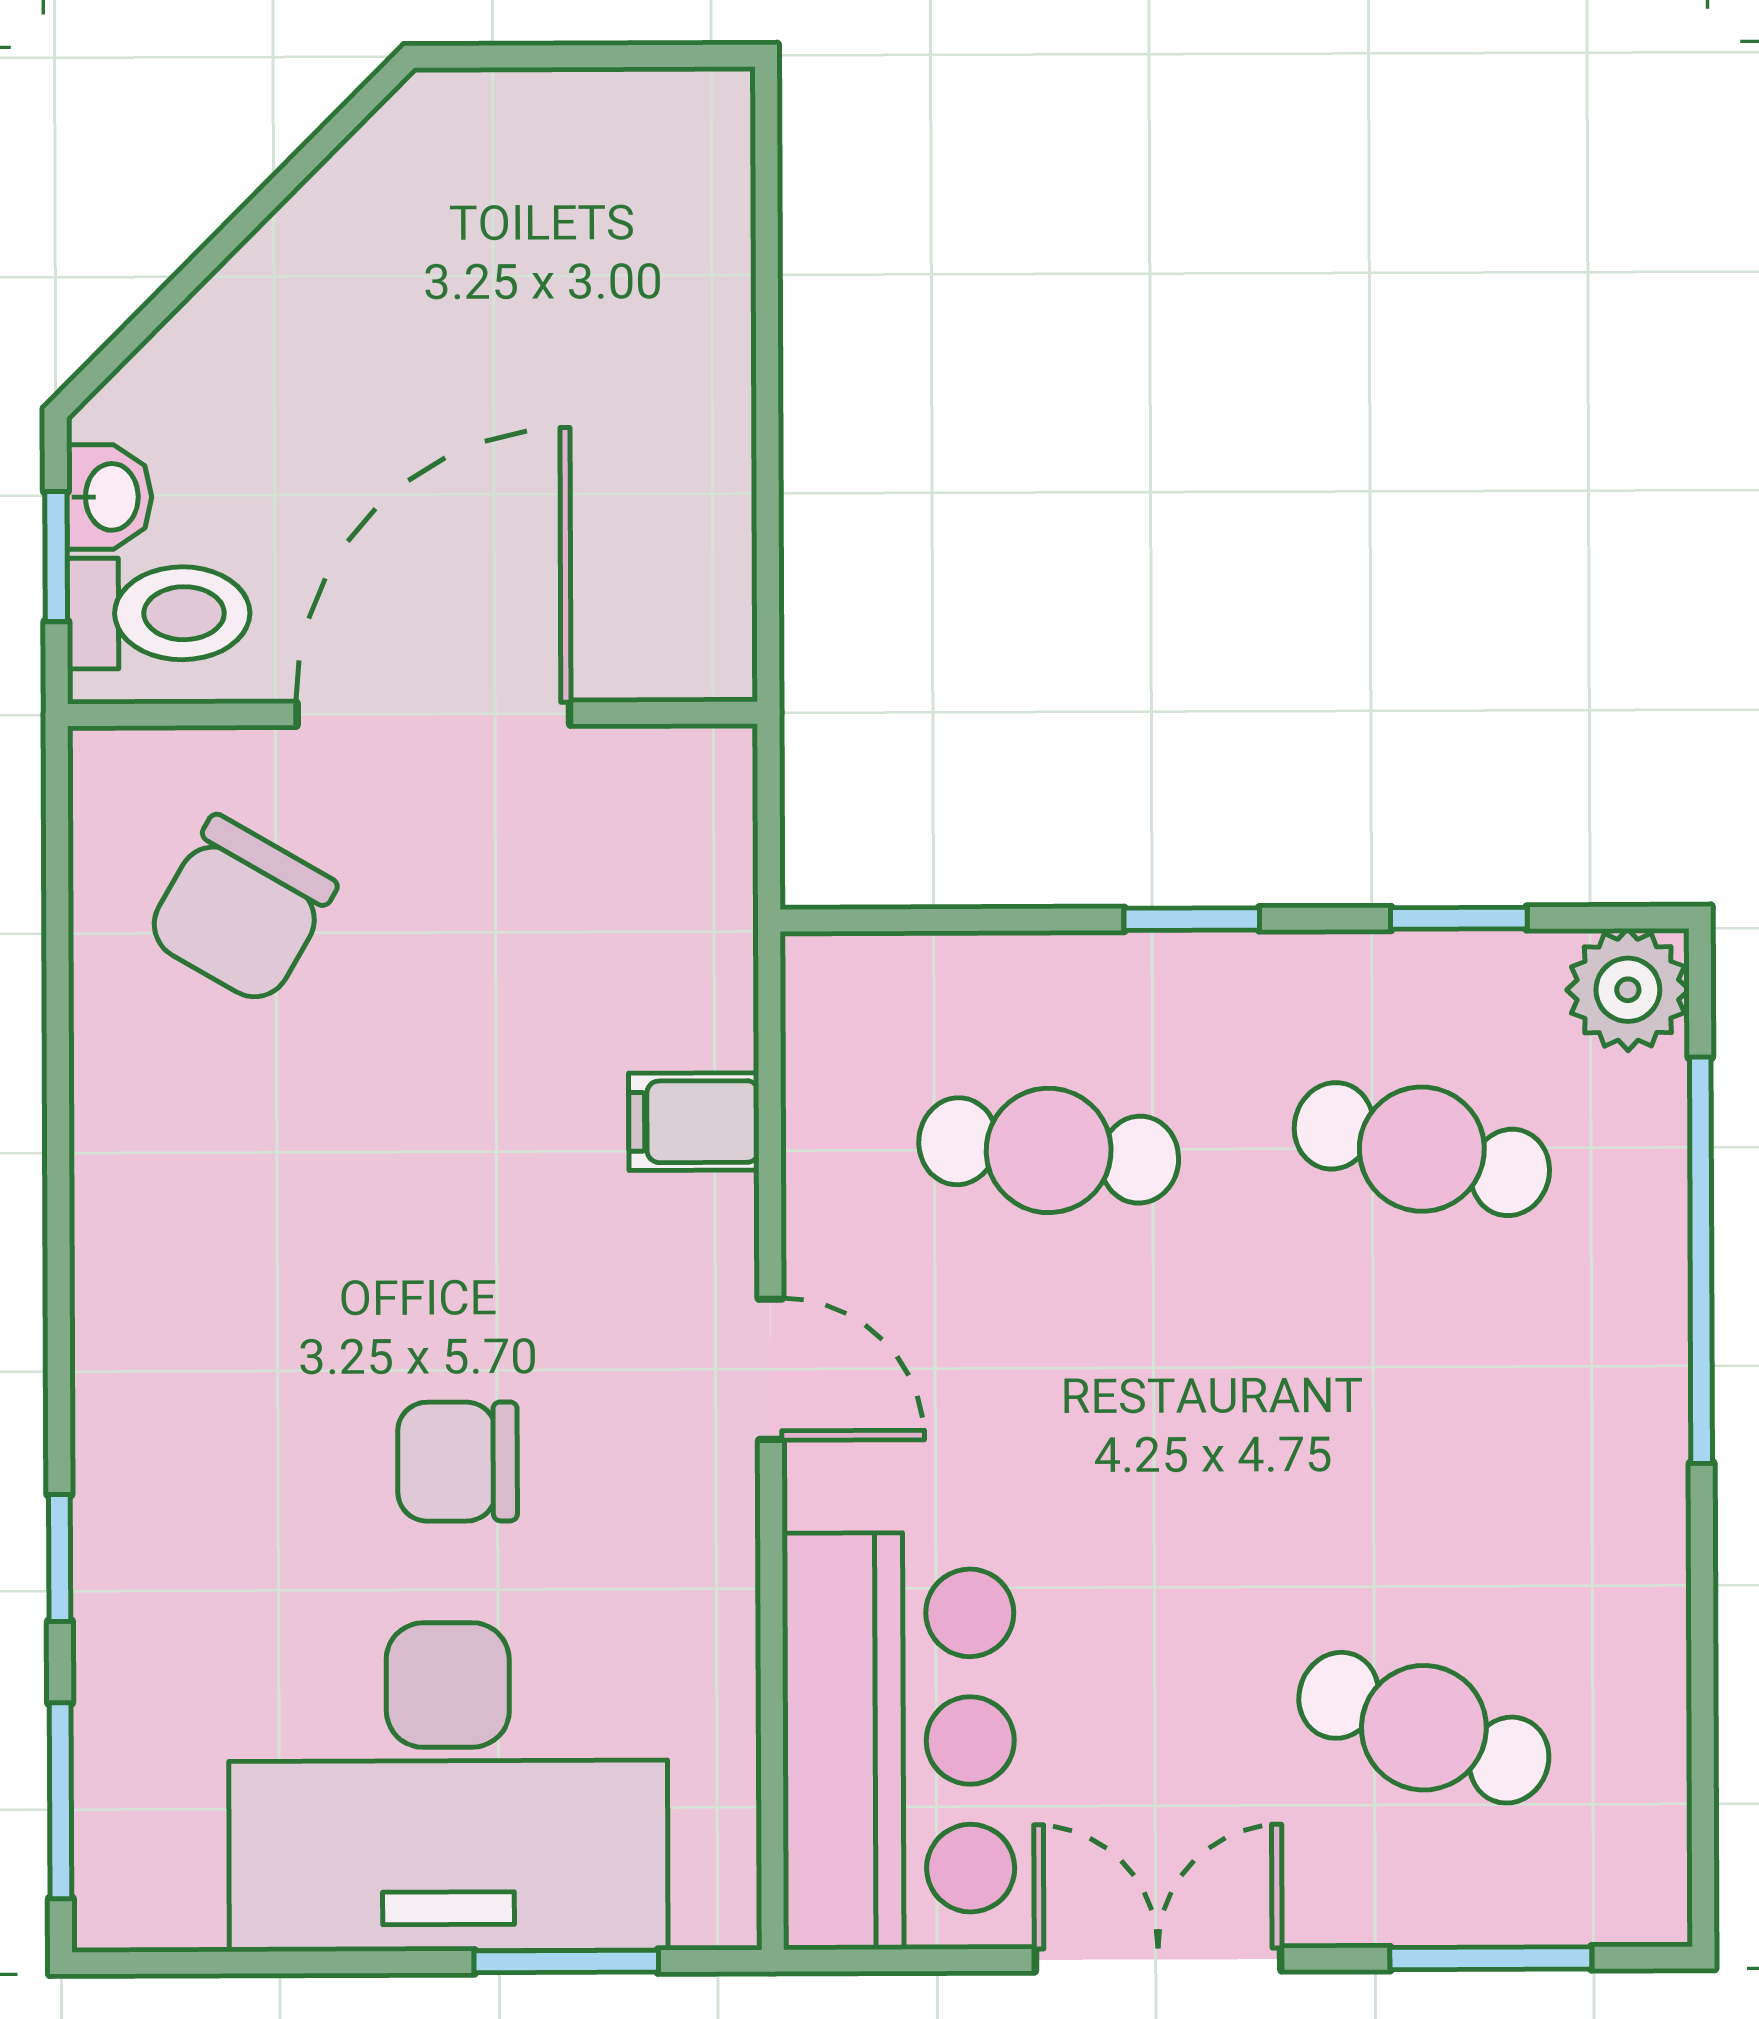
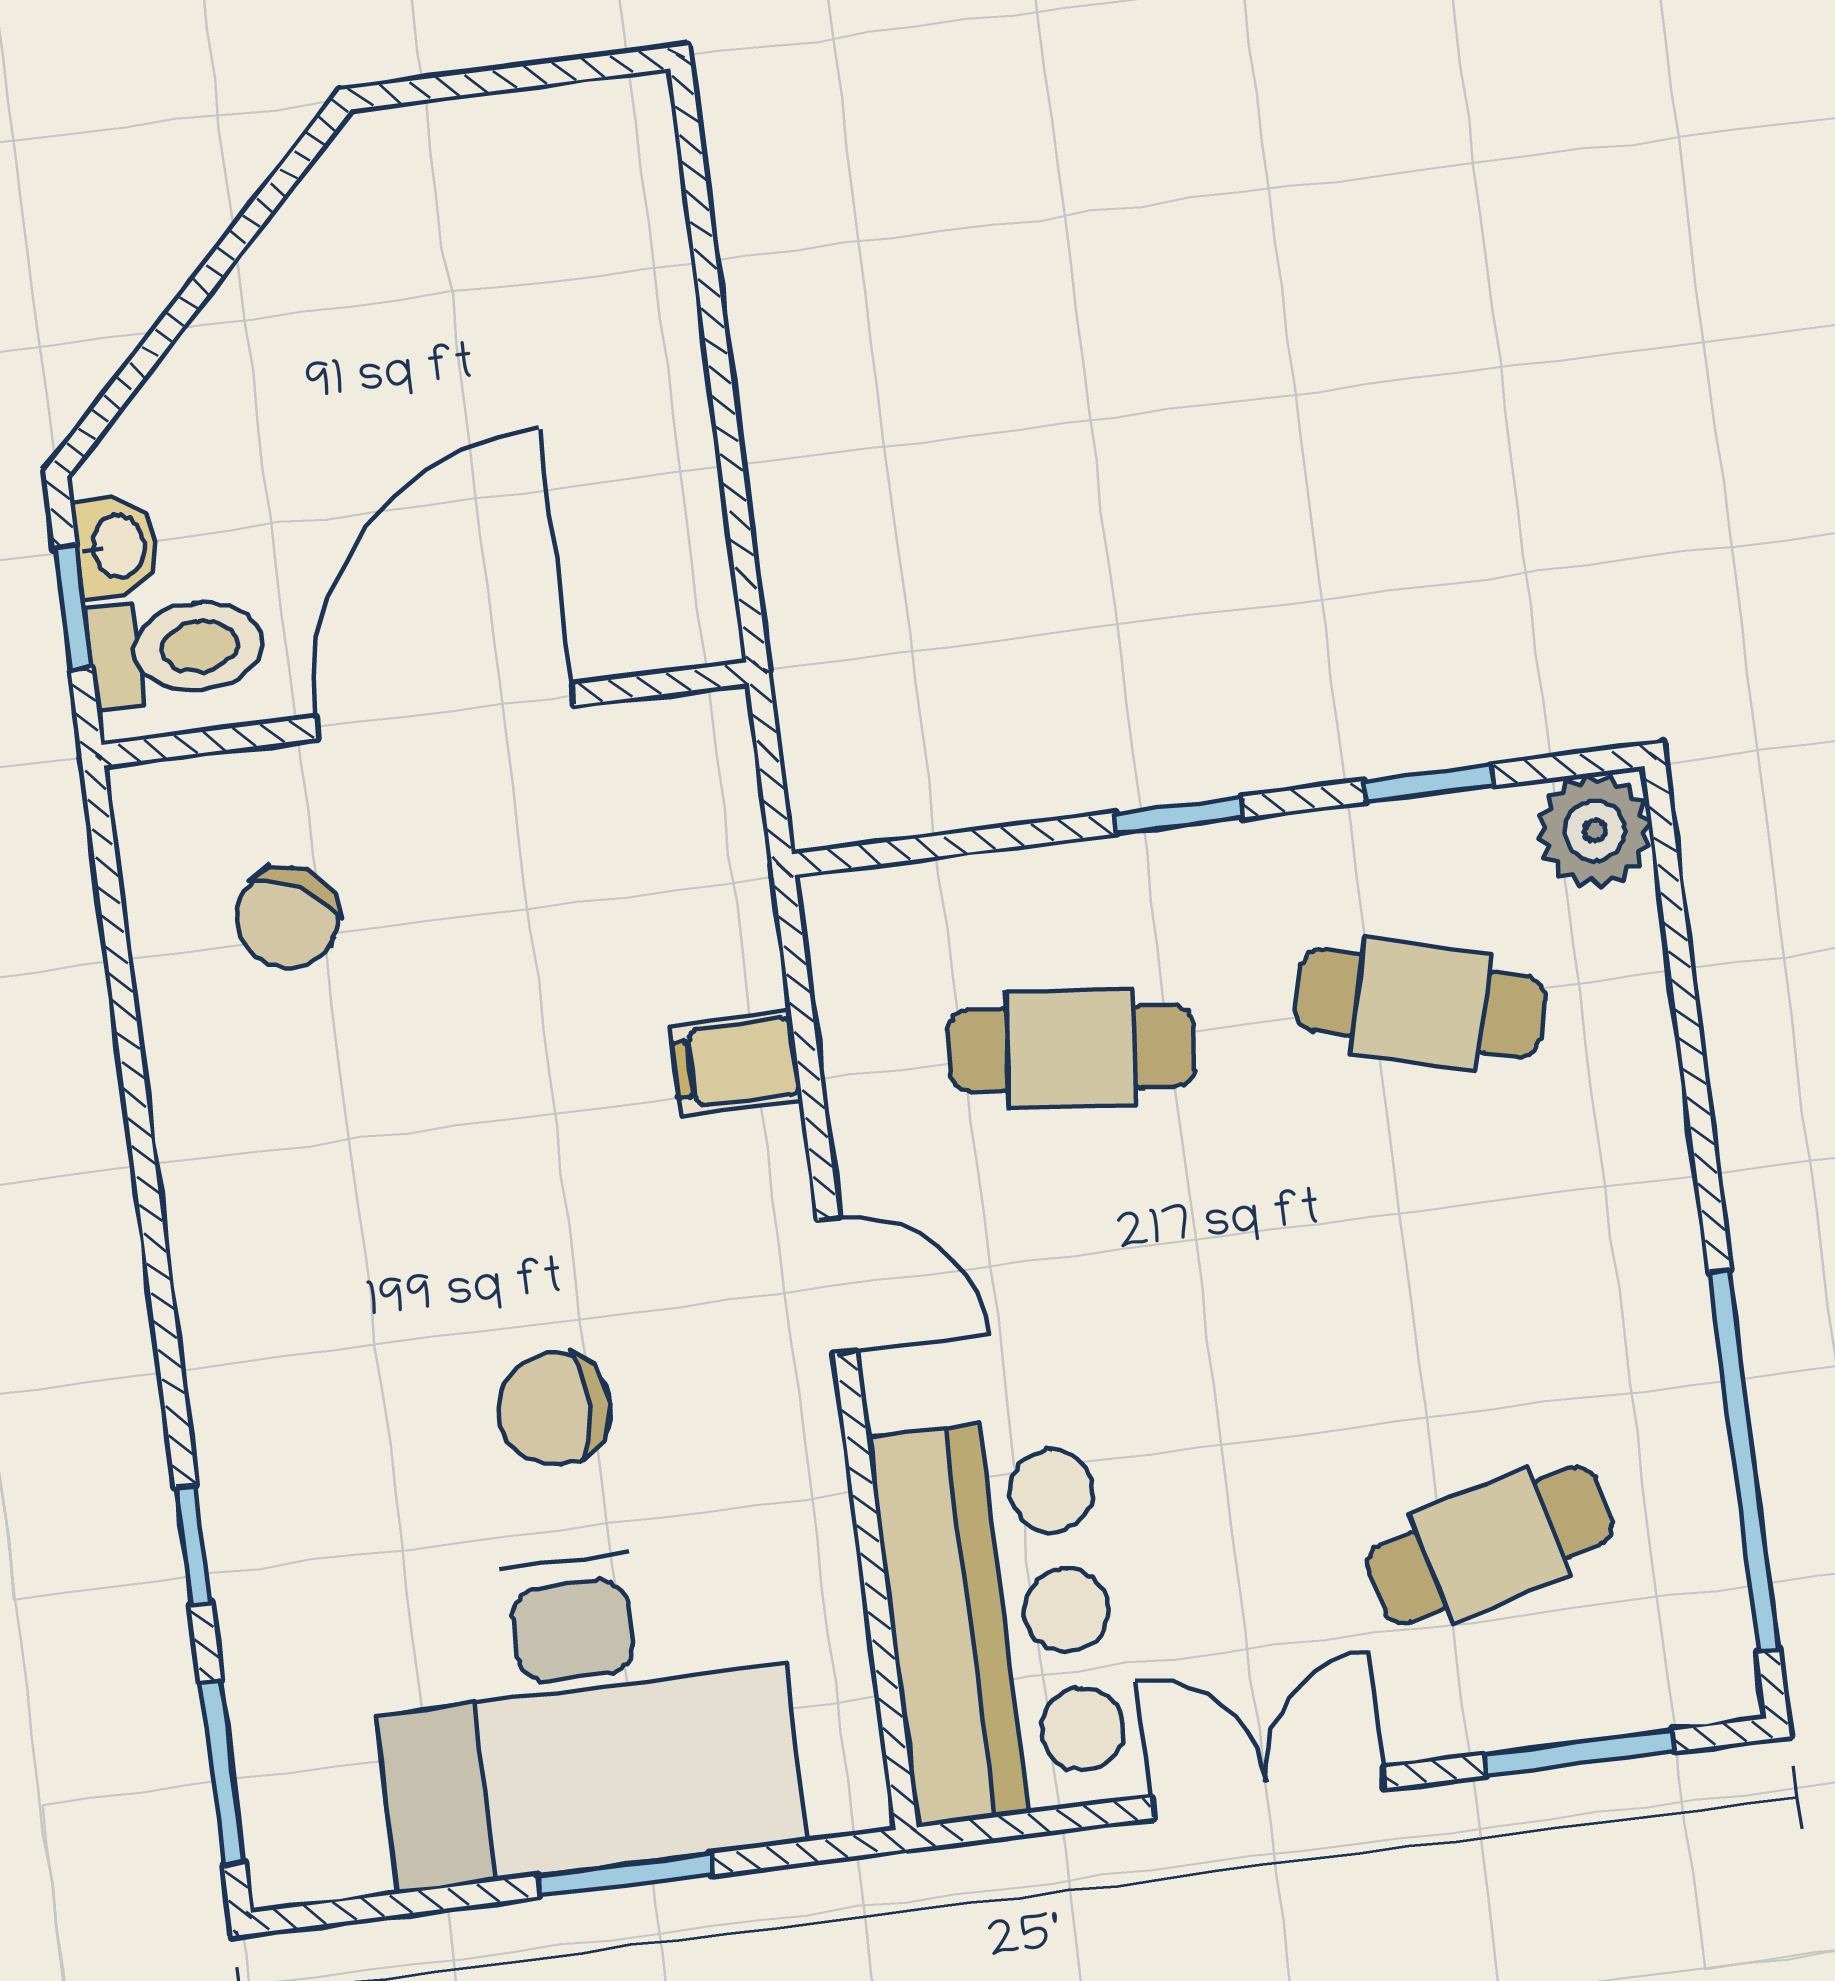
chair: (241, 910) -> (287, 918), width x0.73, depth x0.73
window: (1701, 1260) -> (1744, 1461), moved
cafe table: (1424, 1728) -> (1490, 1545), turned -36
window: (566, 1961) -> (625, 1875), moved

